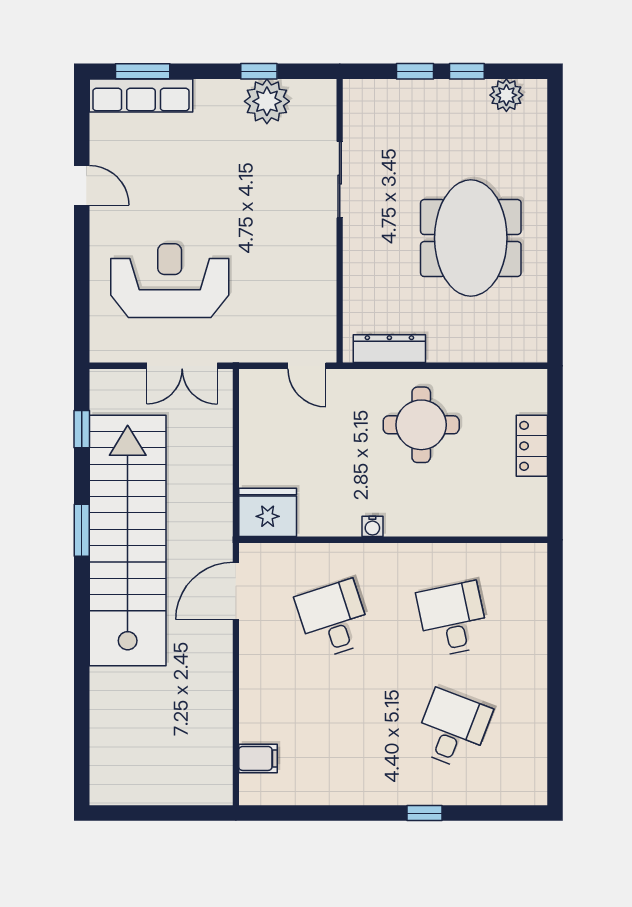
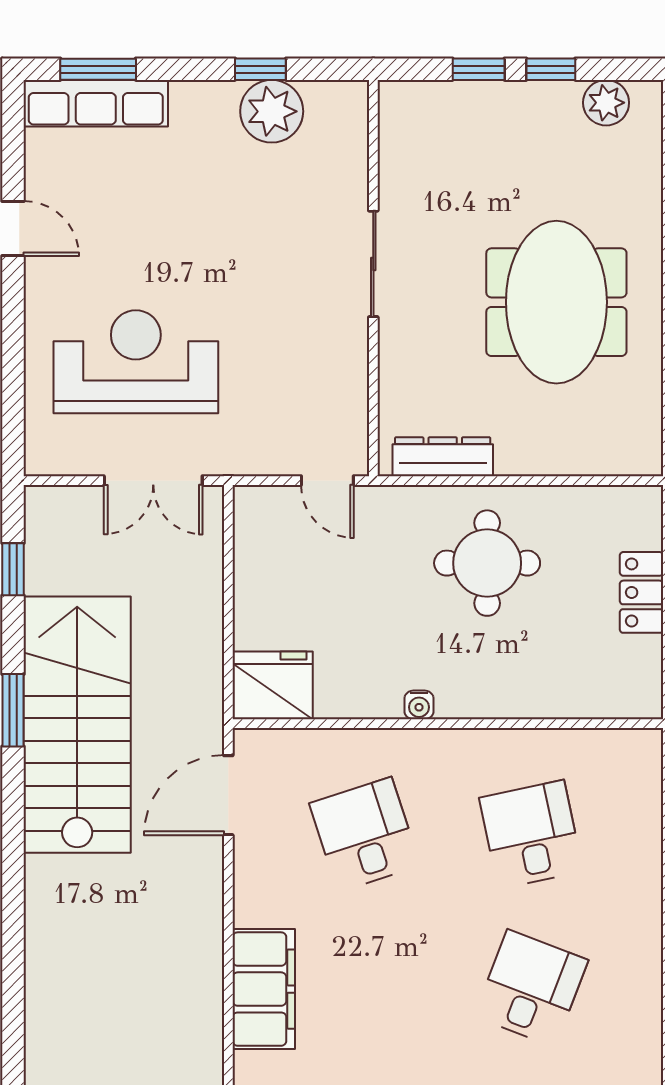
sliding door: (340, 180) -> (373, 264), moved
stairs: (128, 540) -> (77, 725), width x0.73
filing cabinet: (258, 758) -> (264, 989), width x3.00, depth x1.17

